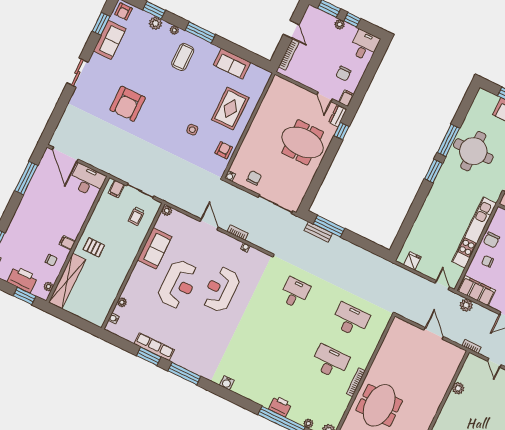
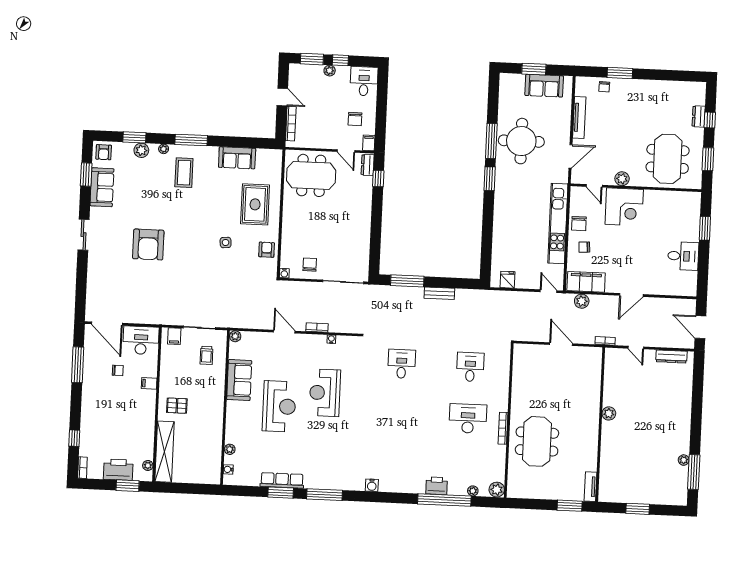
meeting table: (303, 142) -> (311, 175), moved
bench: (318, 232) -> (439, 293), moved
filing cabinet: (67, 243) -> (149, 383), moved
chair: (51, 260) -> (118, 370), moved
desk: (350, 320) -> (470, 367), width x0.73
plant: (458, 388) -> (609, 413), moved

